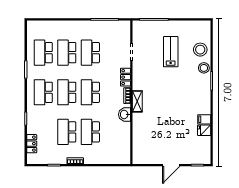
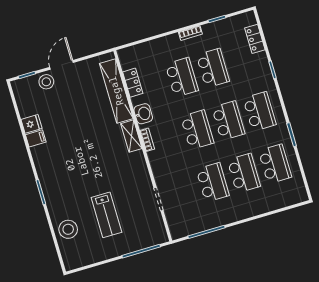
stool: (204, 68) -> (46, 82), moved
locker: (125, 77) -> (133, 83), moved
shelving: (139, 136) -> (116, 91), added

